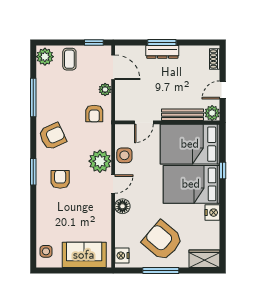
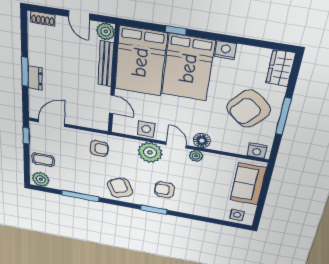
dresser: (162, 52) -> (35, 78), width x0.70
plant: (105, 89) -> (196, 156), moved

